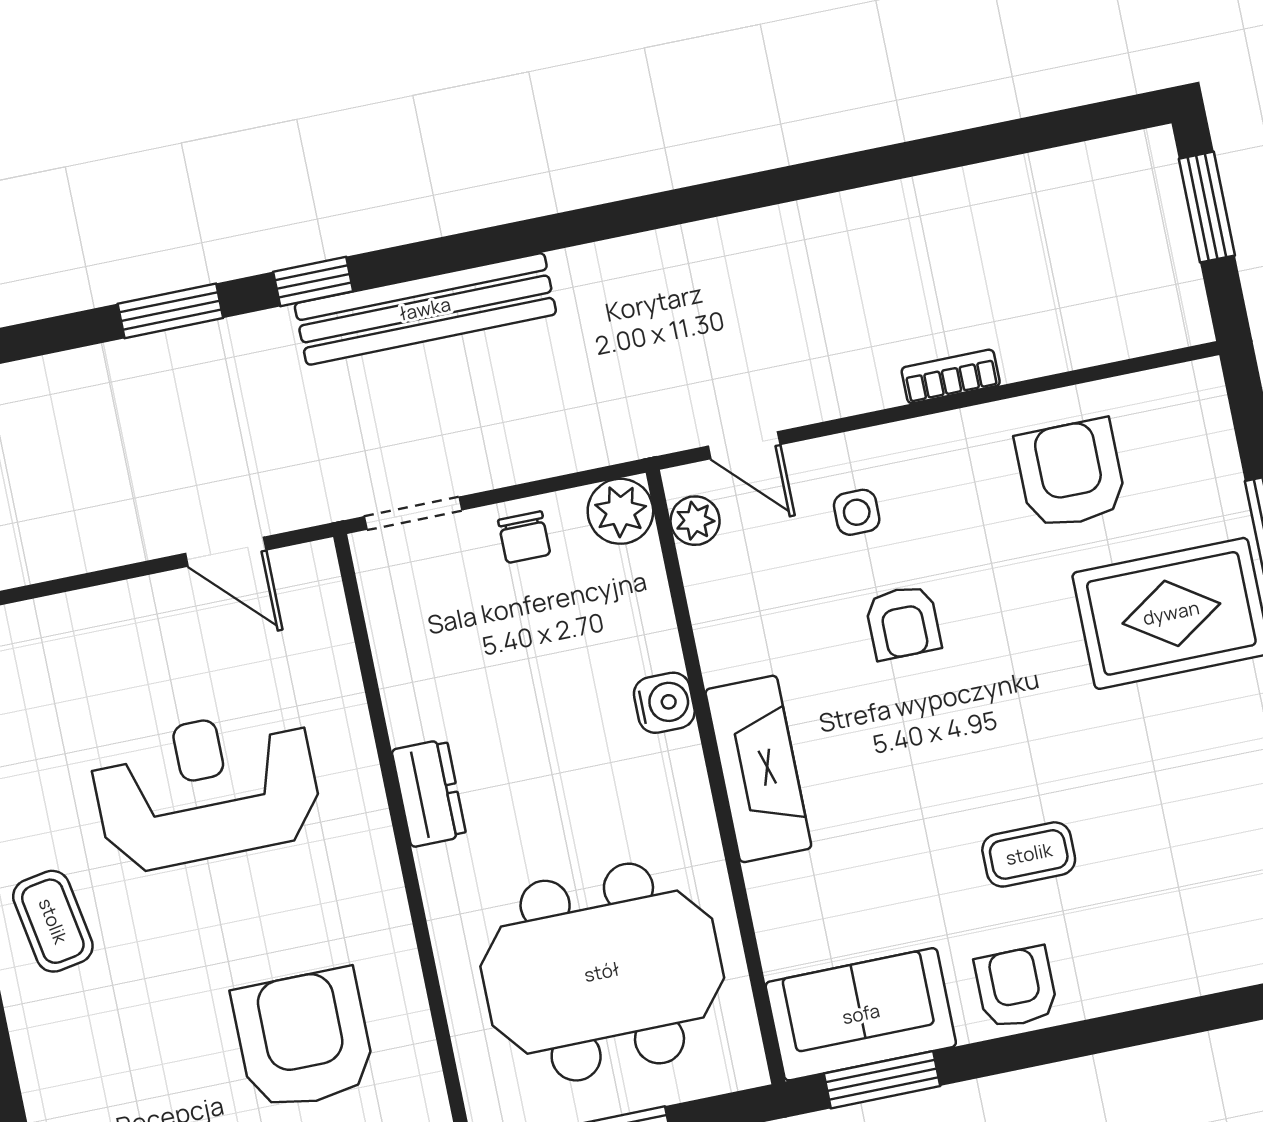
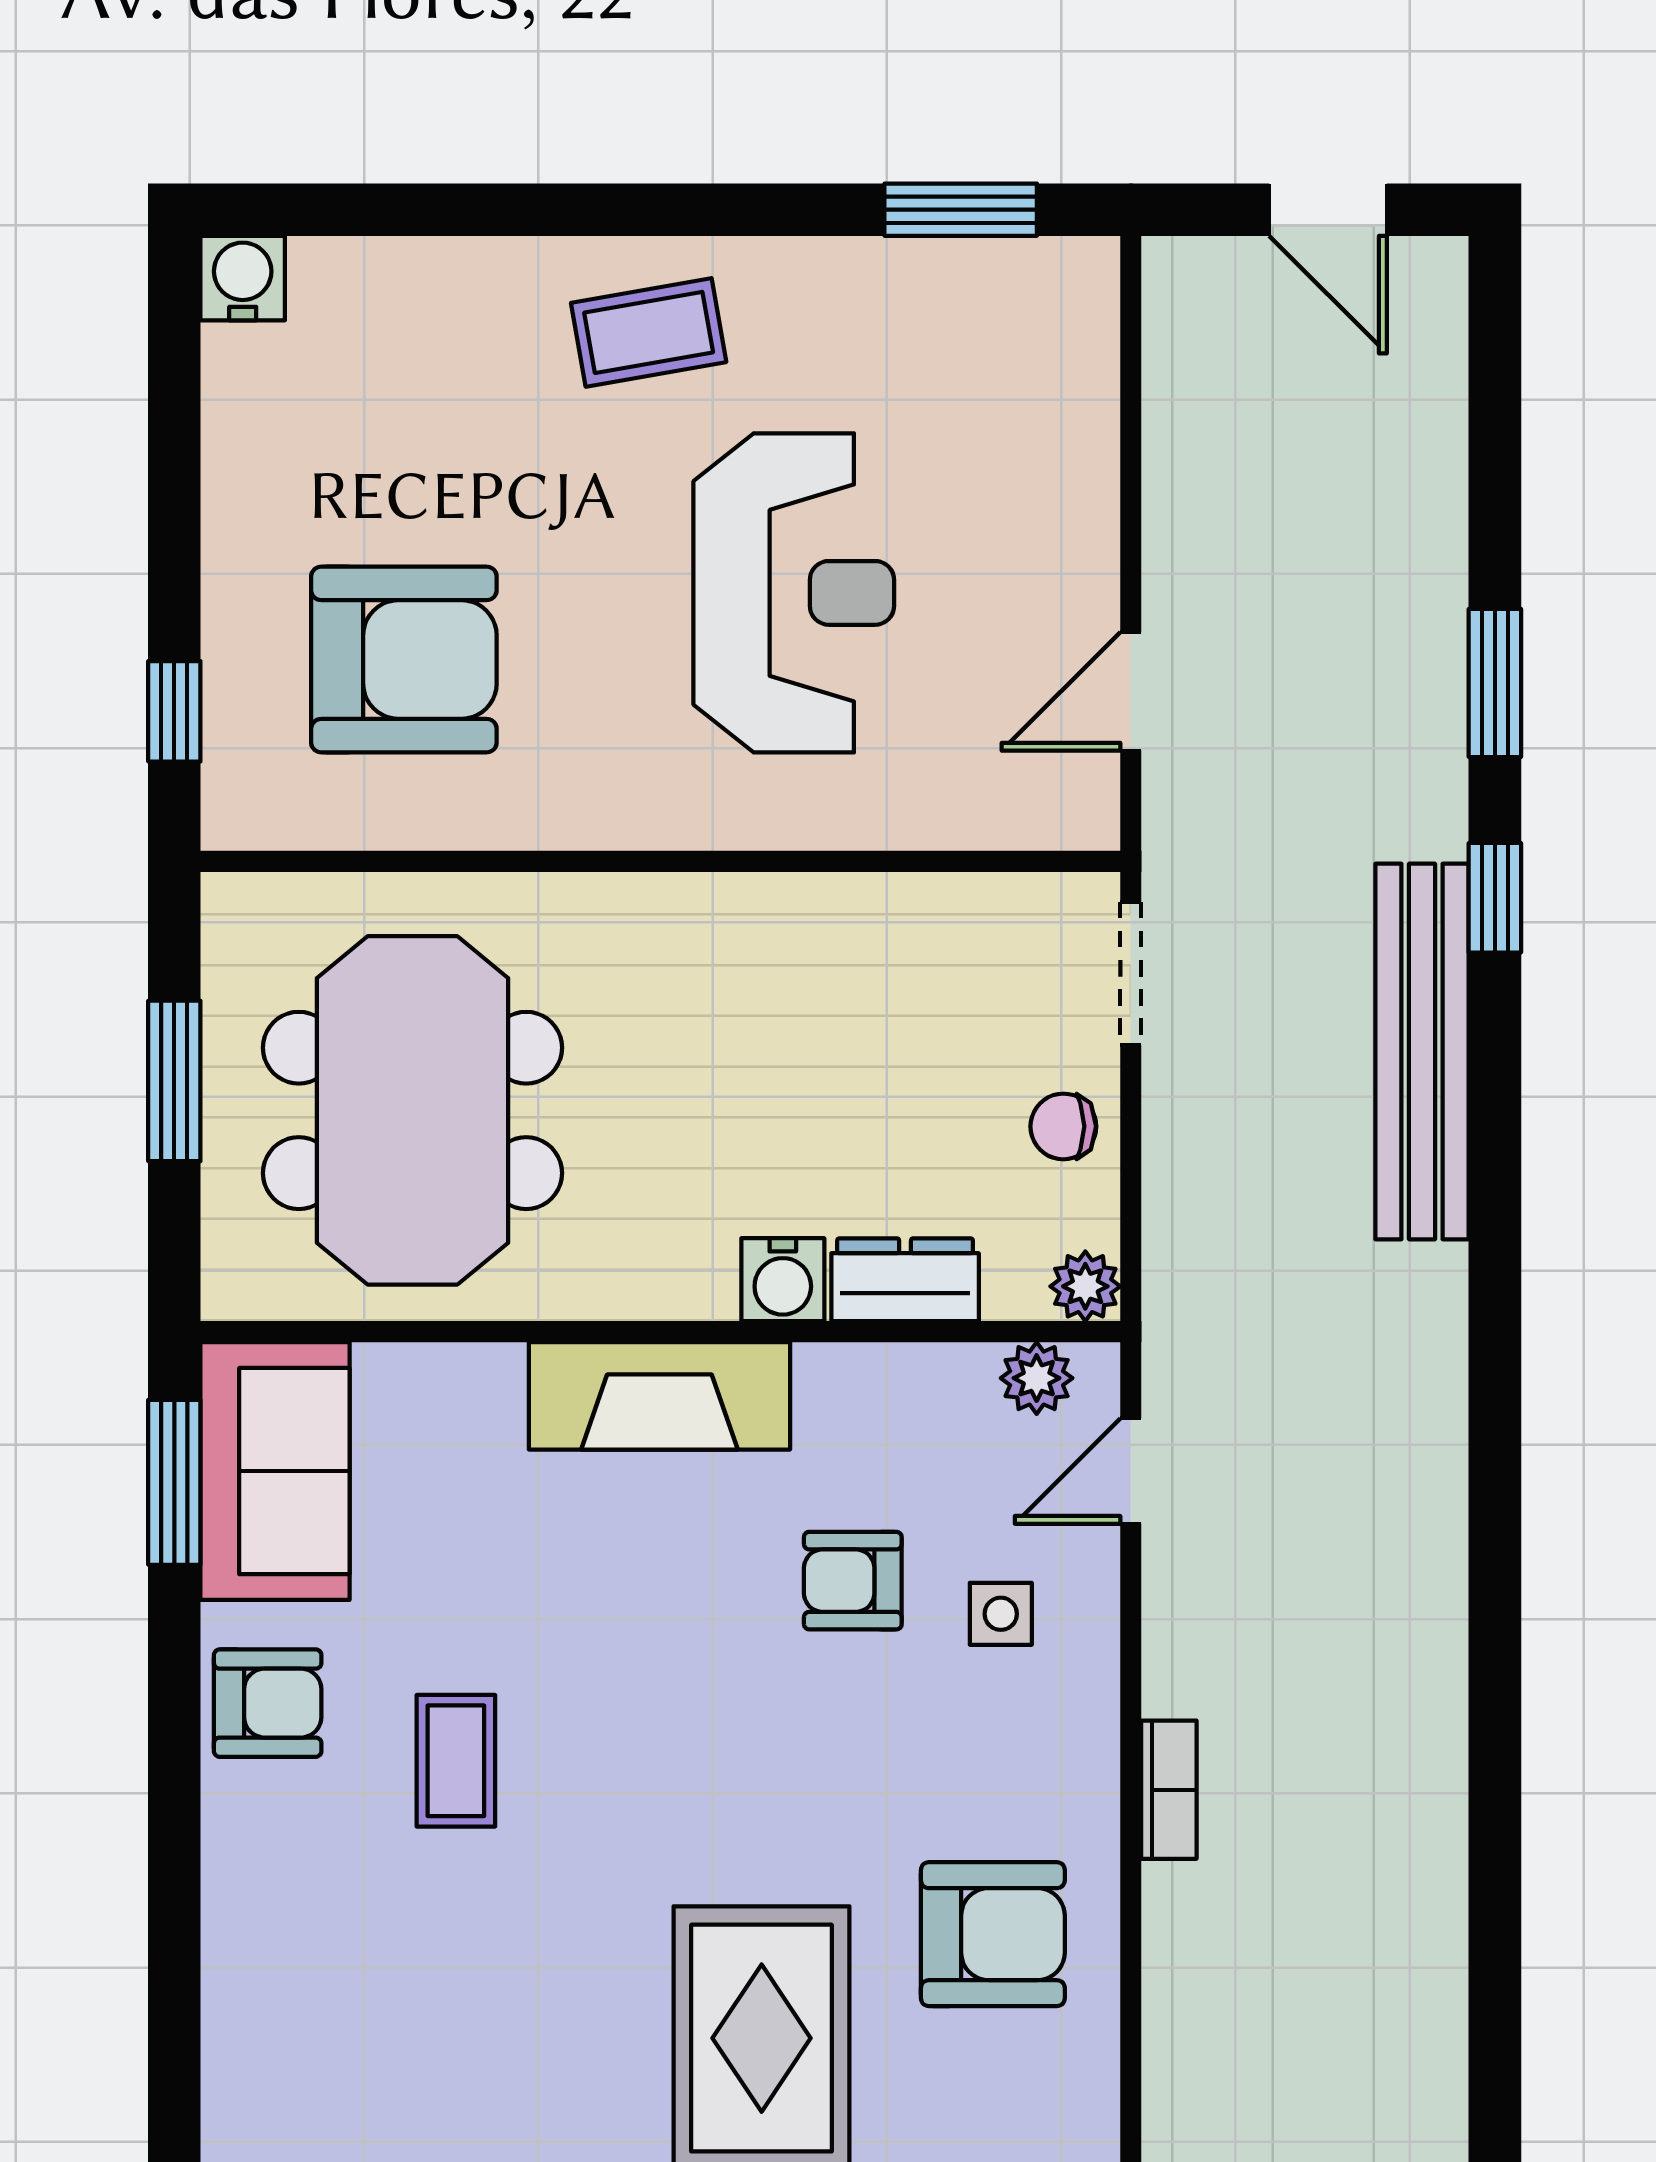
plant: (620, 511) -> (1085, 1286), width x0.73, depth x0.73
armchair: (903, 622) -> (853, 1581), moved
dresser: (429, 793) -> (905, 1280), moved, turned 180

